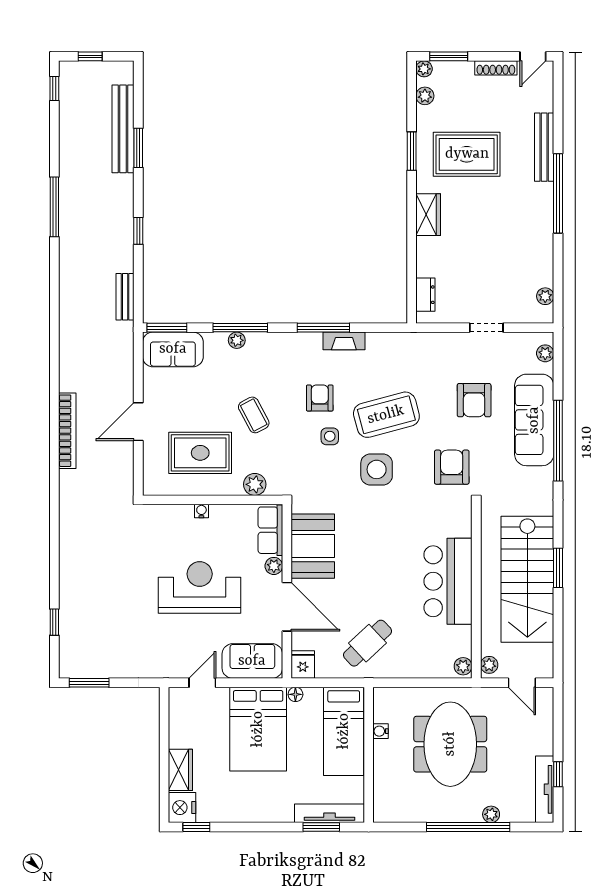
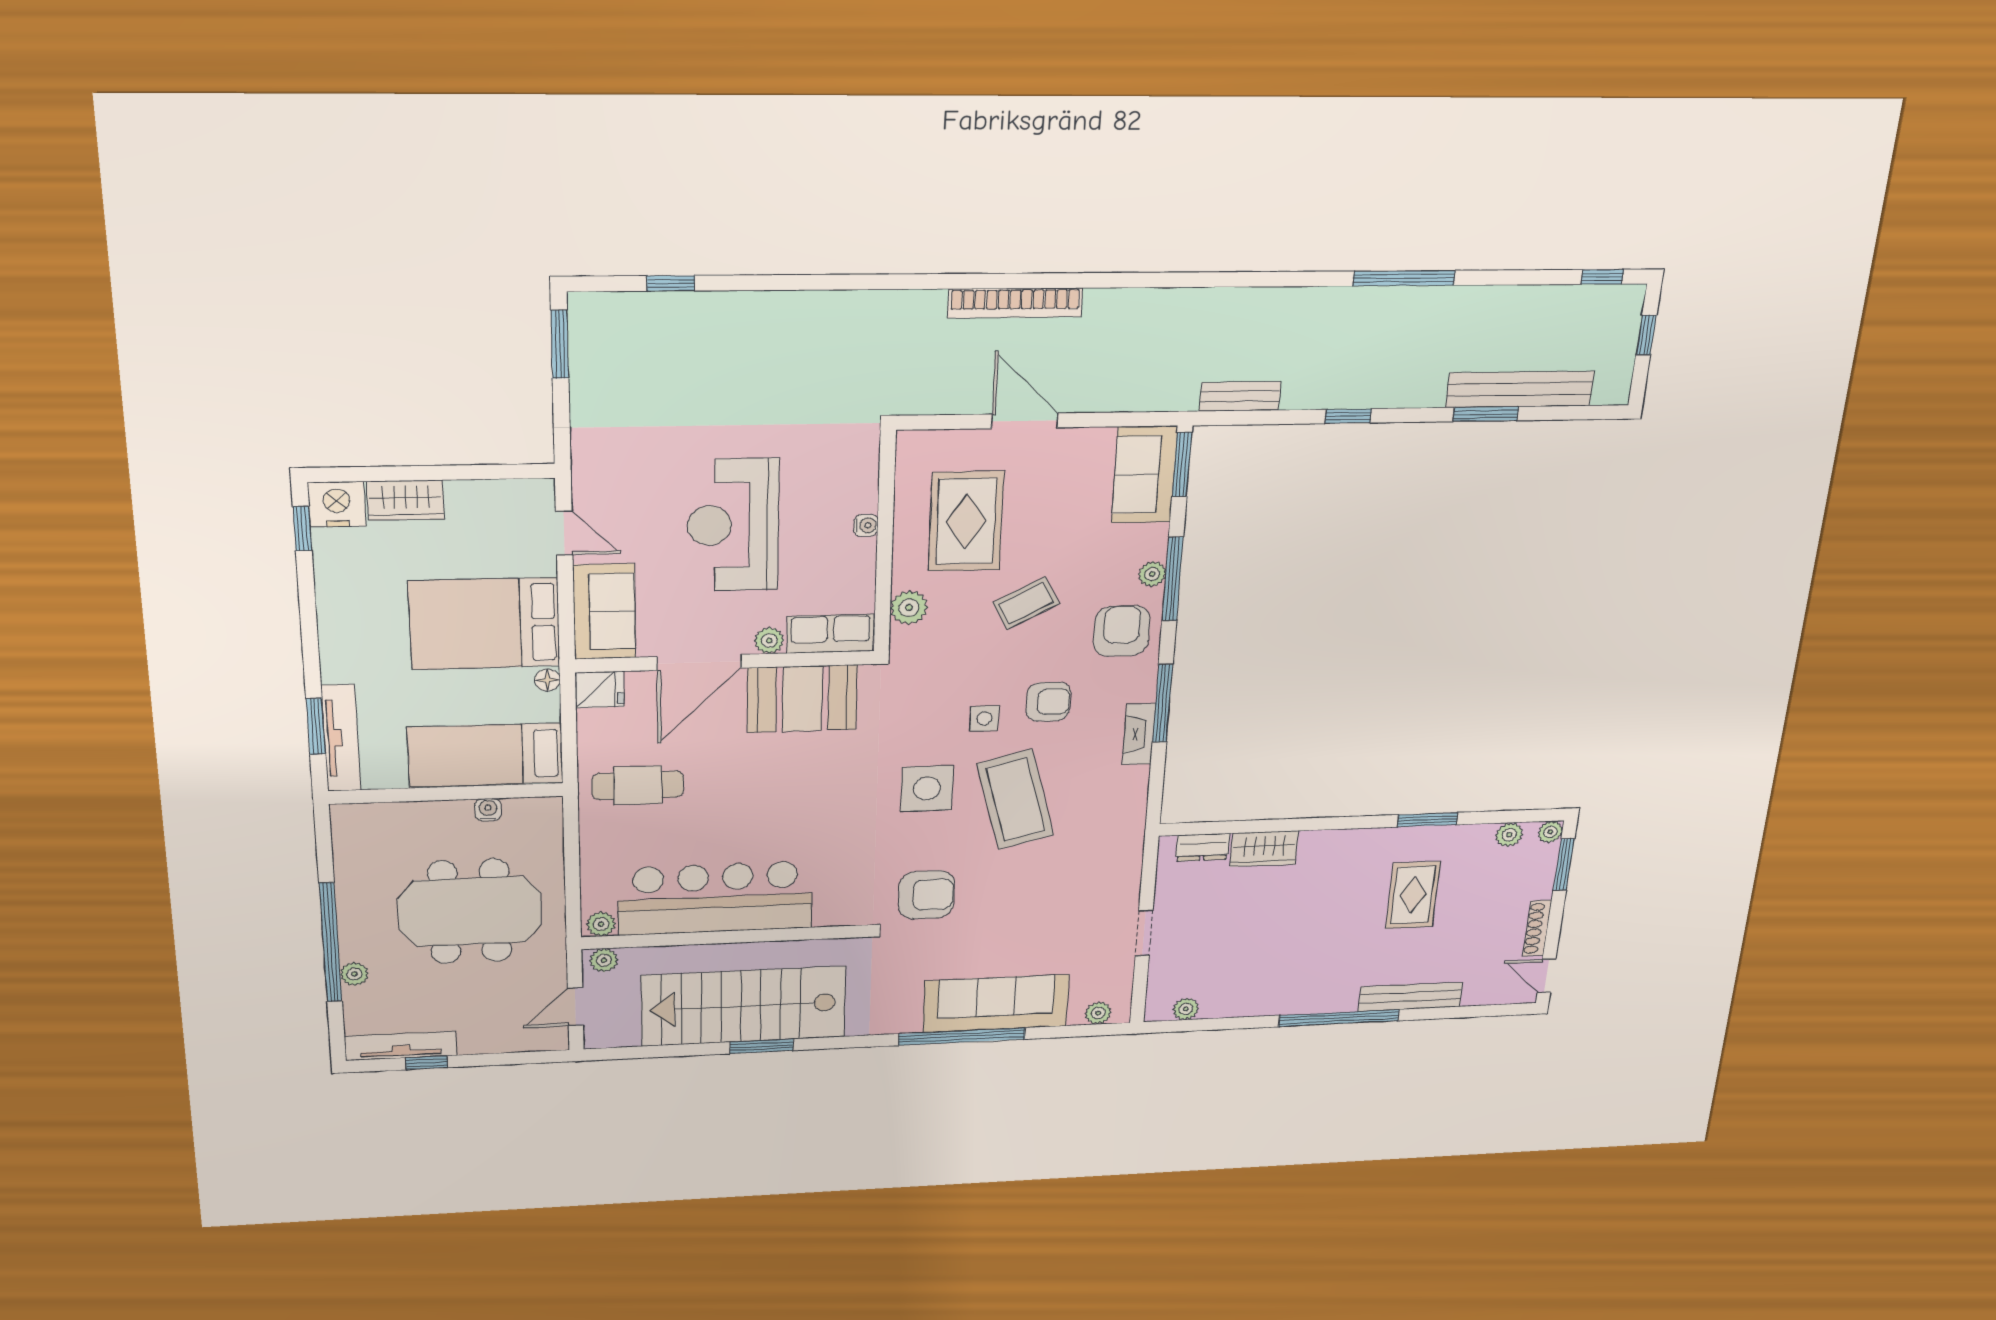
rug: (467, 154) -> (1413, 895), width x0.73, depth x0.70
wardrobe: (428, 215) -> (1264, 849), moved
armchair: (474, 400) -> (1122, 631), moved, turned 90
bar counter: (448, 581) -> (715, 898), width x1.36
reception desk: (200, 587) -> (733, 525), turned 180
cafe table: (368, 643) -> (638, 785), turned -47

